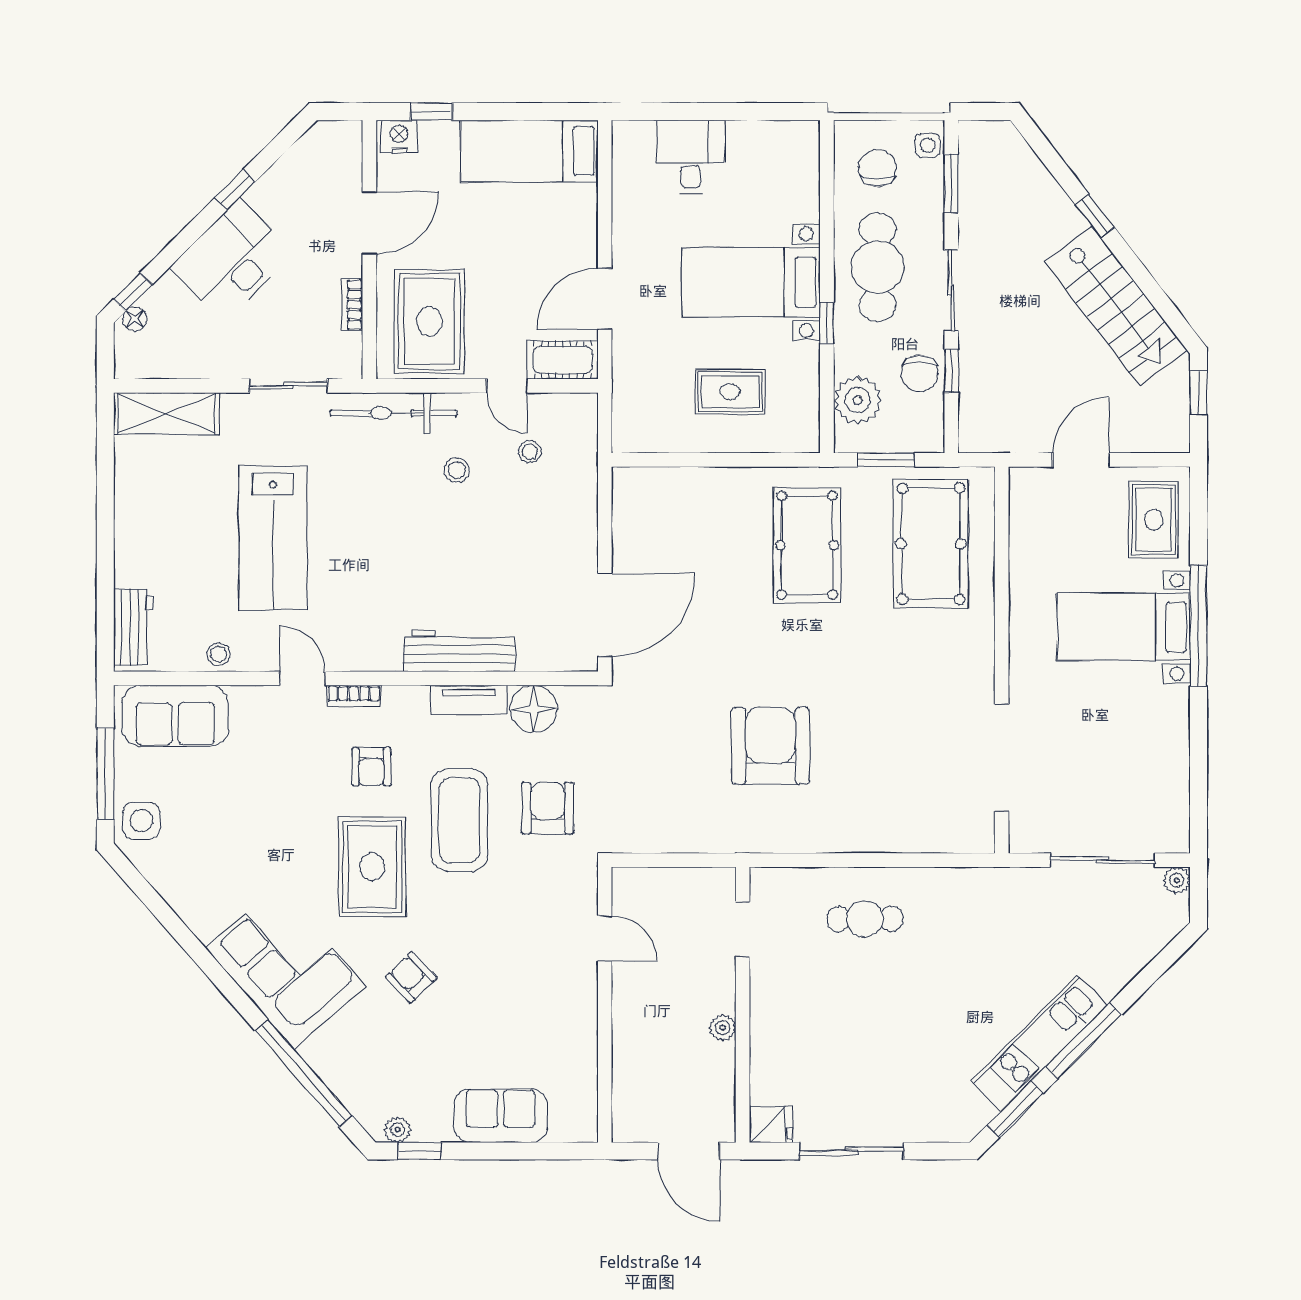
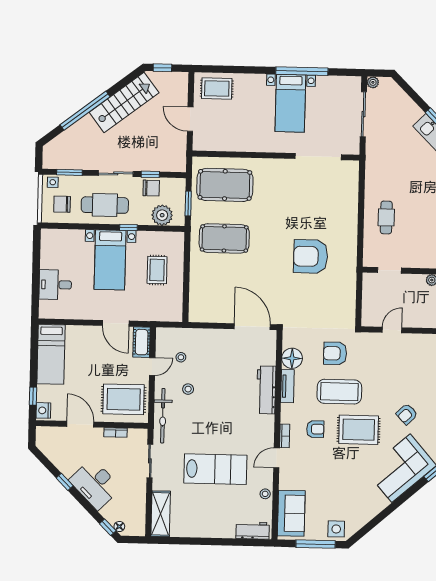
window: (1095, 216) -> (85, 111), width x3.17
window: (1199, 626) -> (302, 71), moved
bed with nightstands: (1124, 627) -> (290, 103), moved

